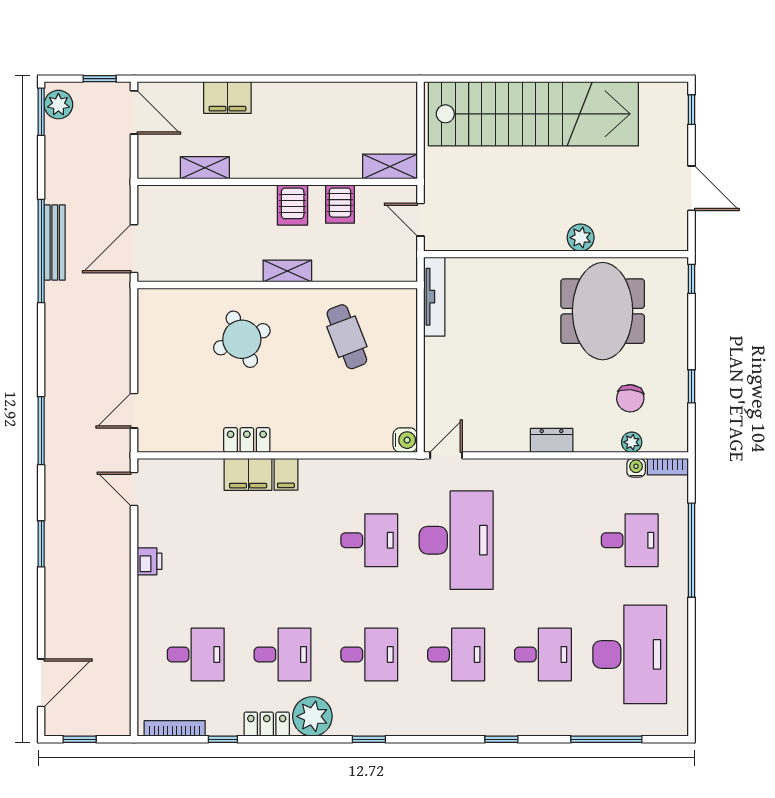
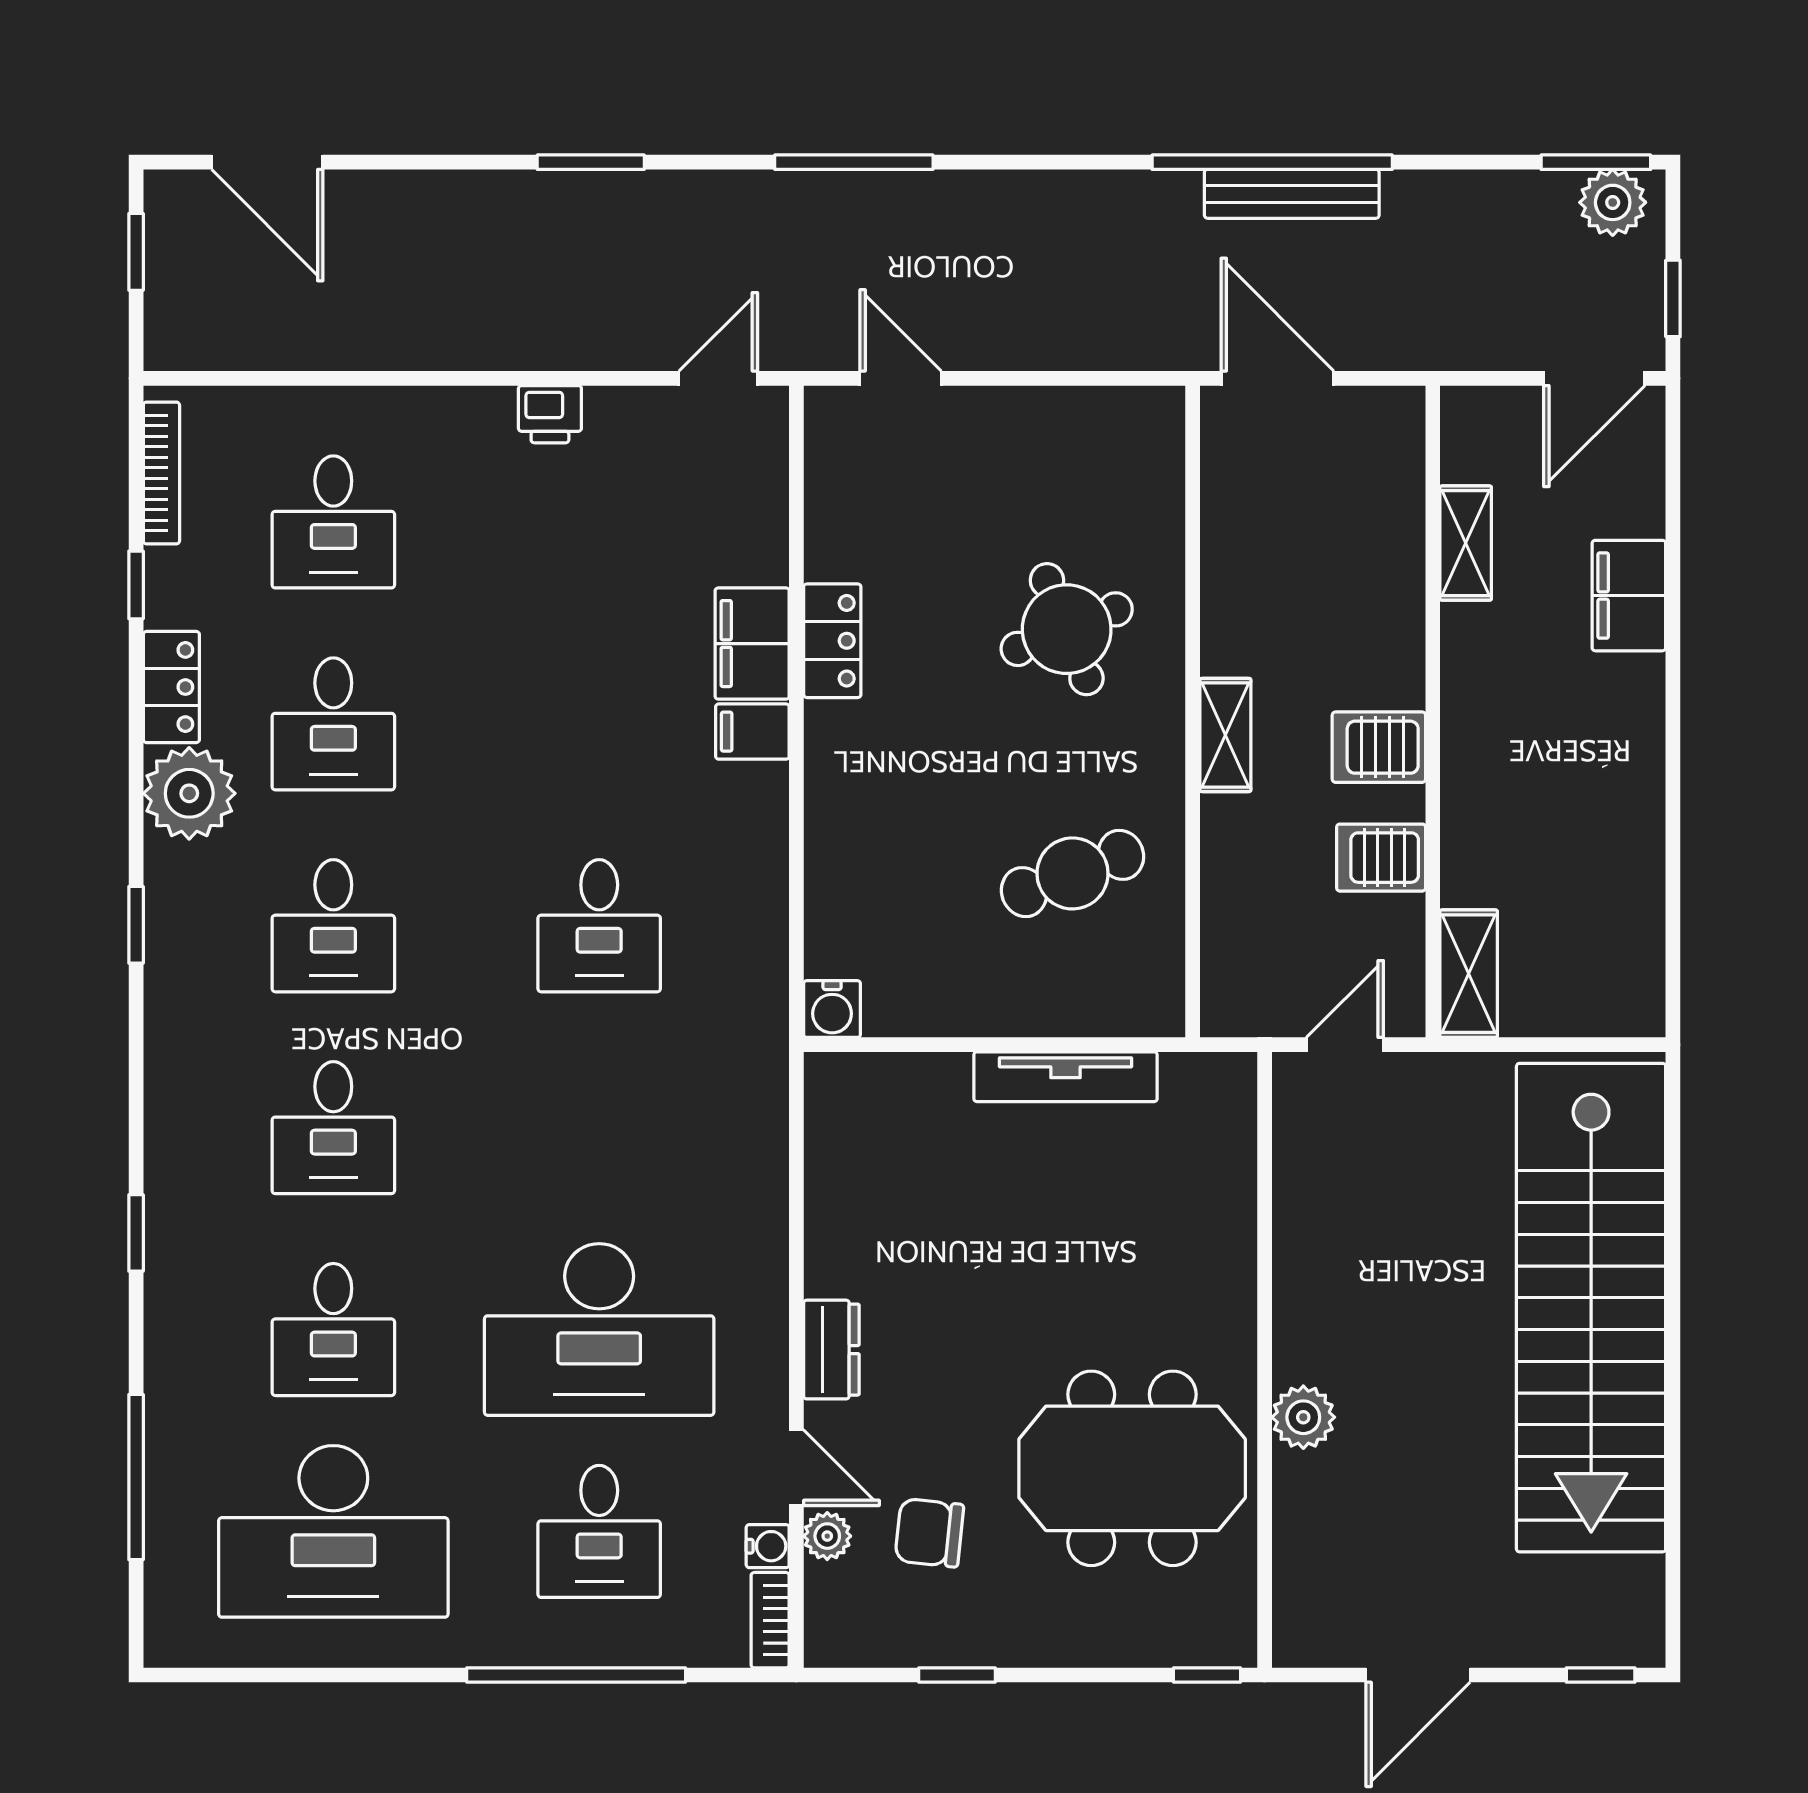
tv unit: (434, 297) -> (1066, 1077), moved
door: (446, 455) -> (796, 1468), moved
desk: (456, 540) -> (599, 1329), moved

